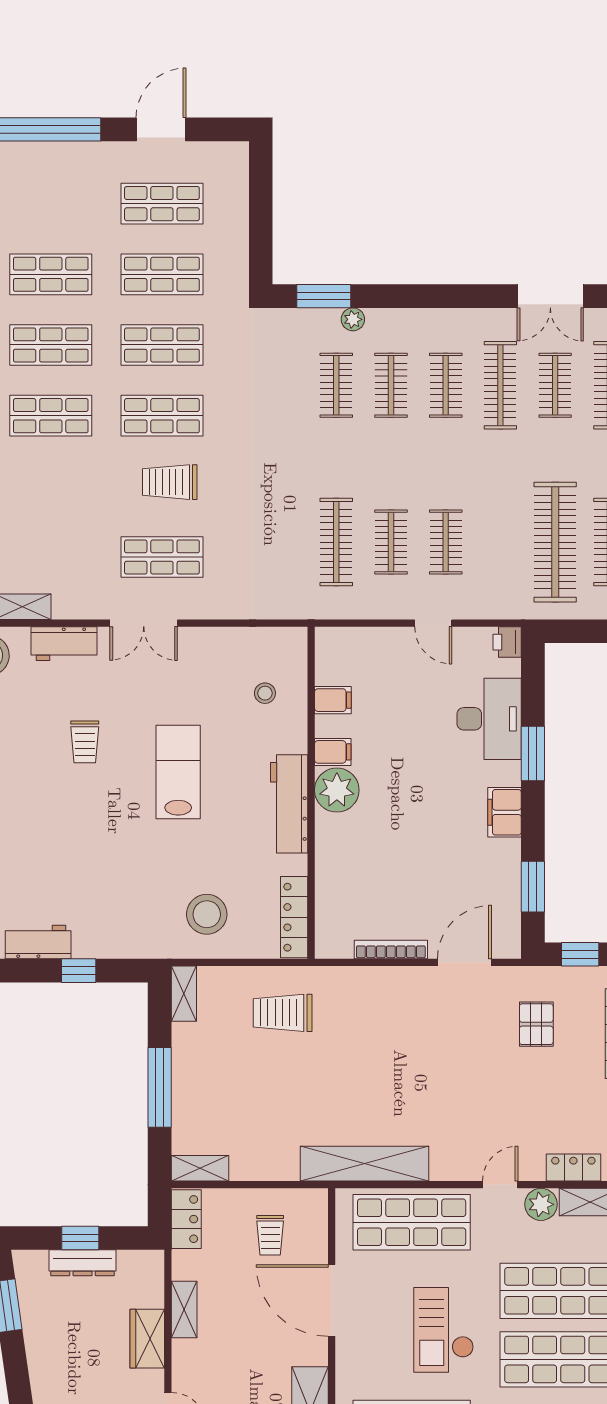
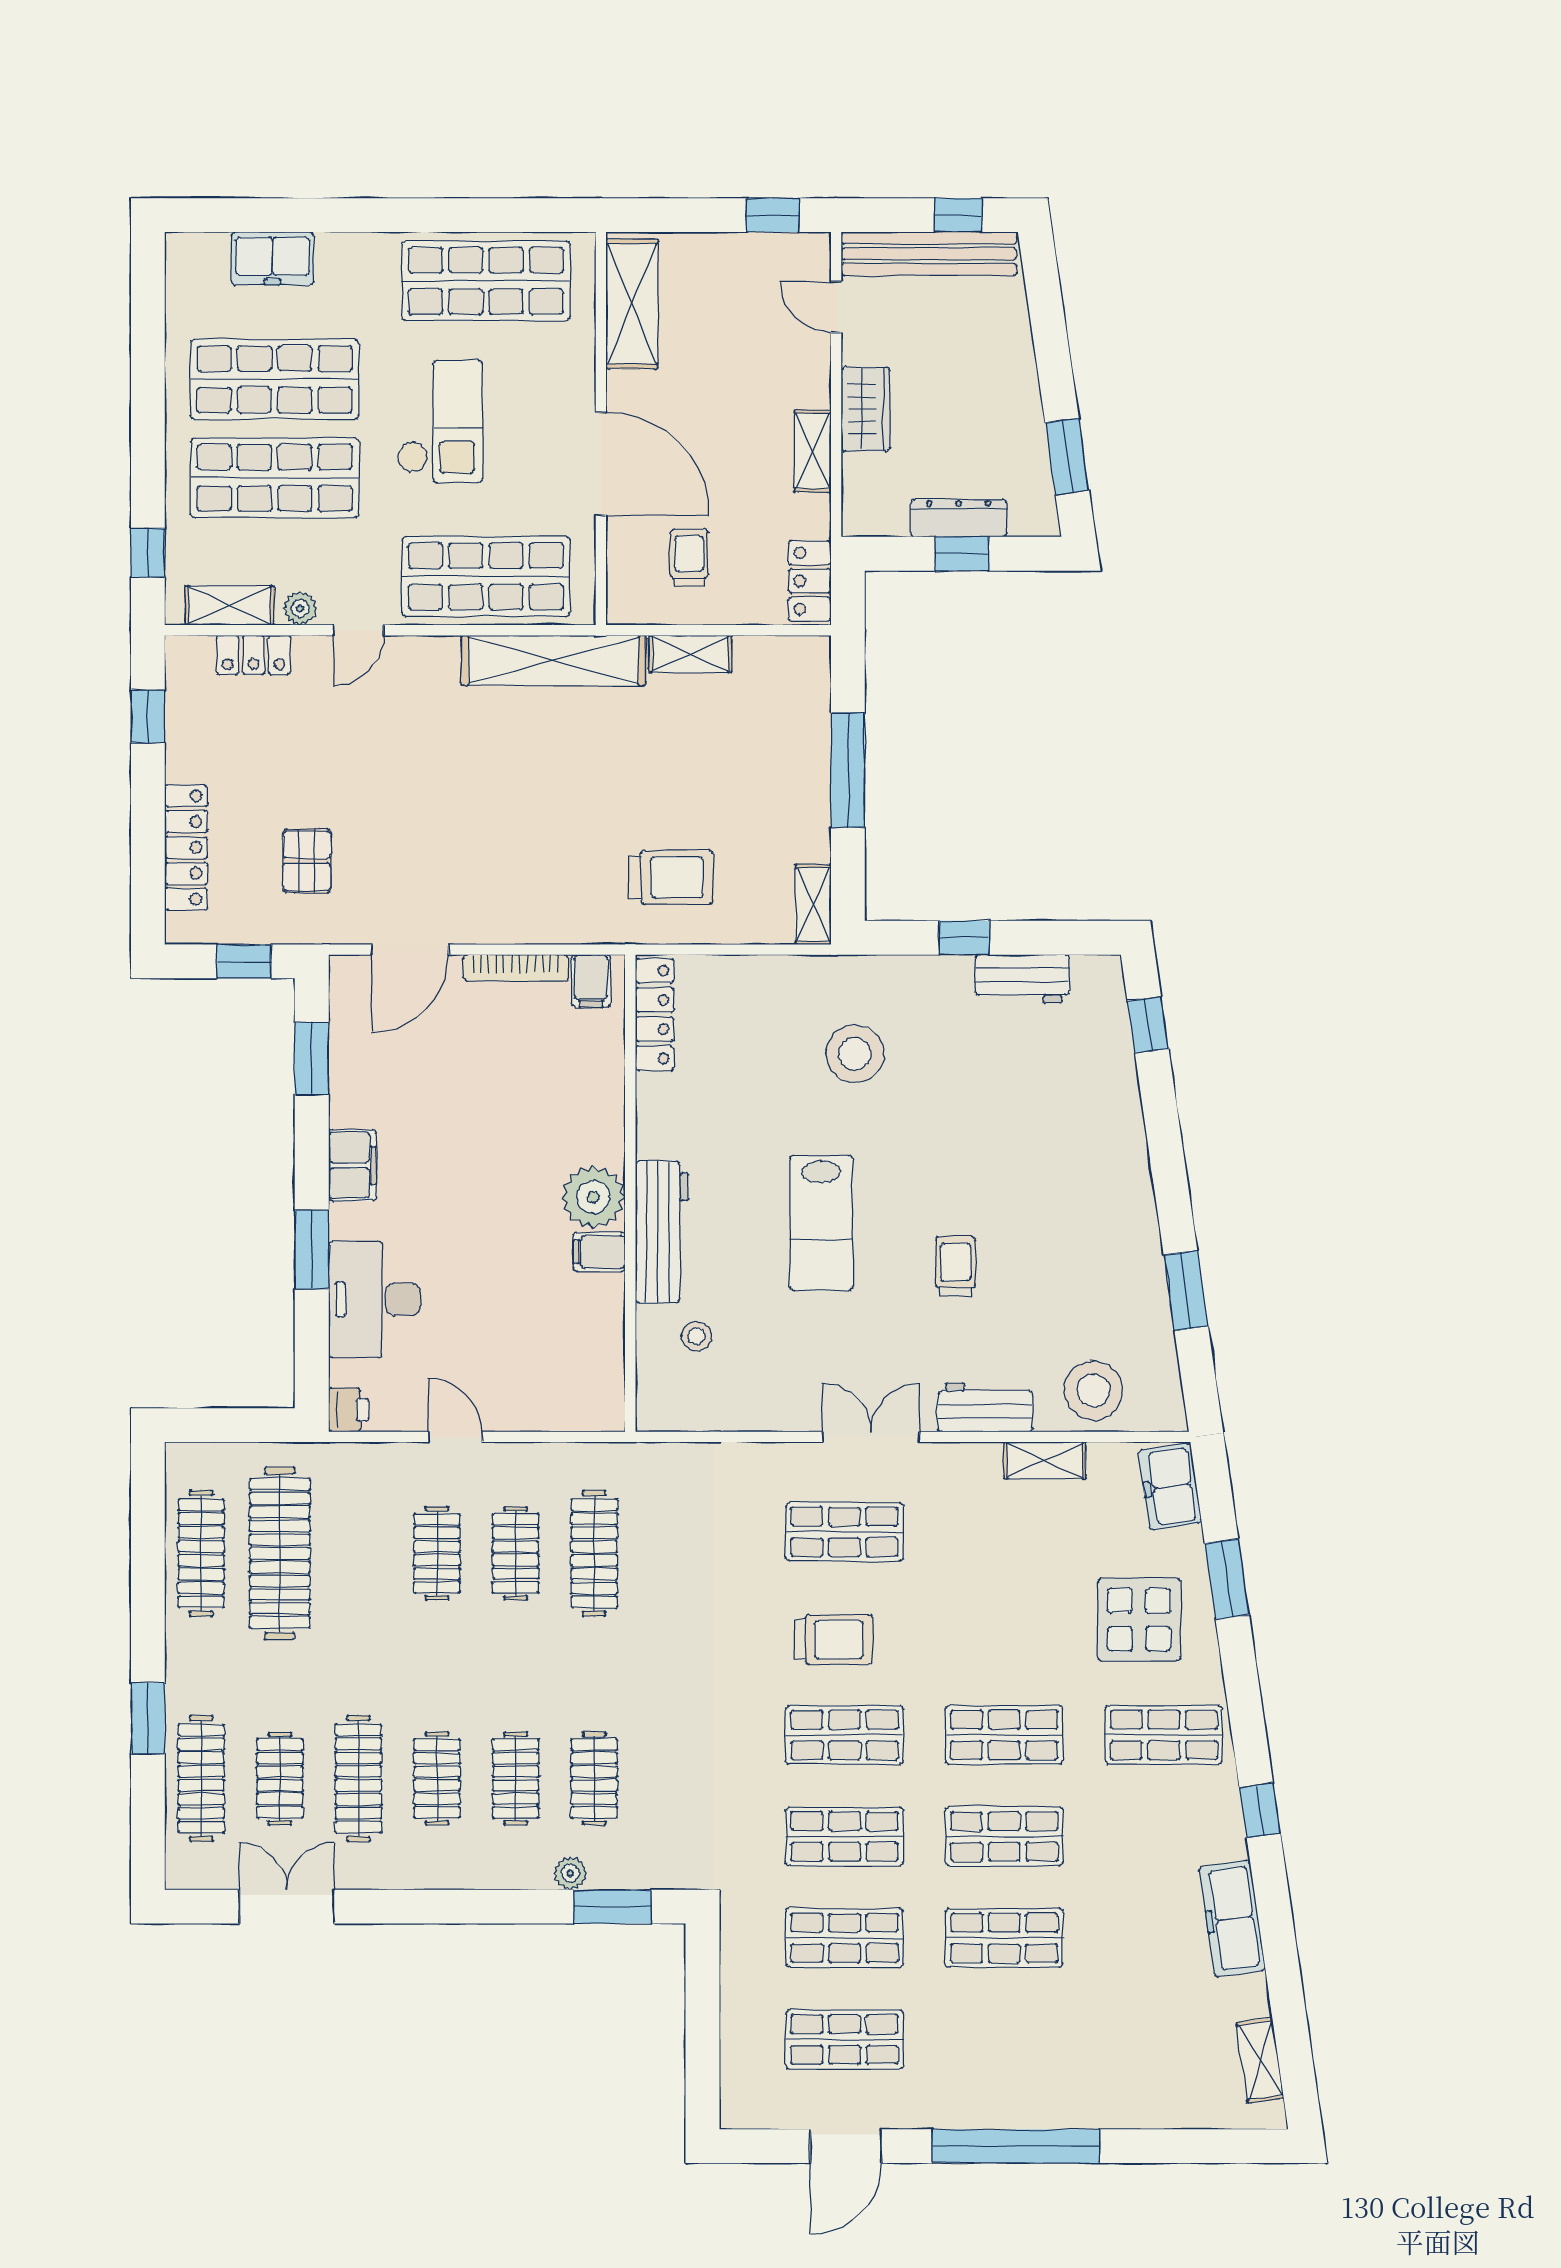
filing cabinet: (333, 700) -> (591, 981), moved, turned -90
workbench: (289, 804) -> (662, 1232), moved
stool: (207, 914) -> (855, 1054), moved
shelving: (200, 1168) -> (690, 654), moved
plant: (541, 1204) -> (300, 608), width x0.73, depth x0.73

